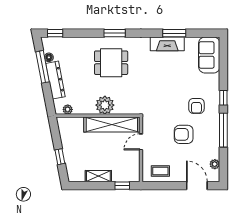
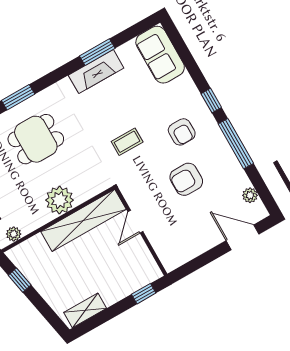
window: (60, 157) -> (20, 280), moved
coffee table: (160, 171) -> (127, 142), moved
shelving: (98, 176) -> (85, 310), moved

